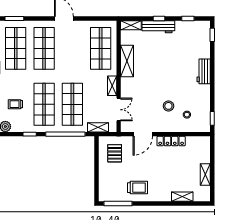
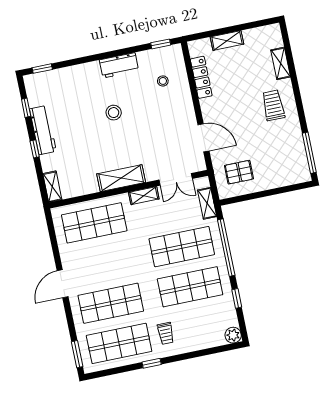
workbench: (158, 27) -> (43, 130), moved
shelving: (127, 61) -> (121, 178), moved
workbench: (204, 71) -> (119, 65), moved
trolley: (15, 104) -> (166, 333), moved
stool: (168, 106) -> (114, 113), moved
double door: (119, 110) -> (176, 179), swing flipped
locker: (171, 141) -> (201, 77), moved
shelving: (205, 175) -> (227, 41), moved
trolley: (138, 188) -> (273, 105), moved

